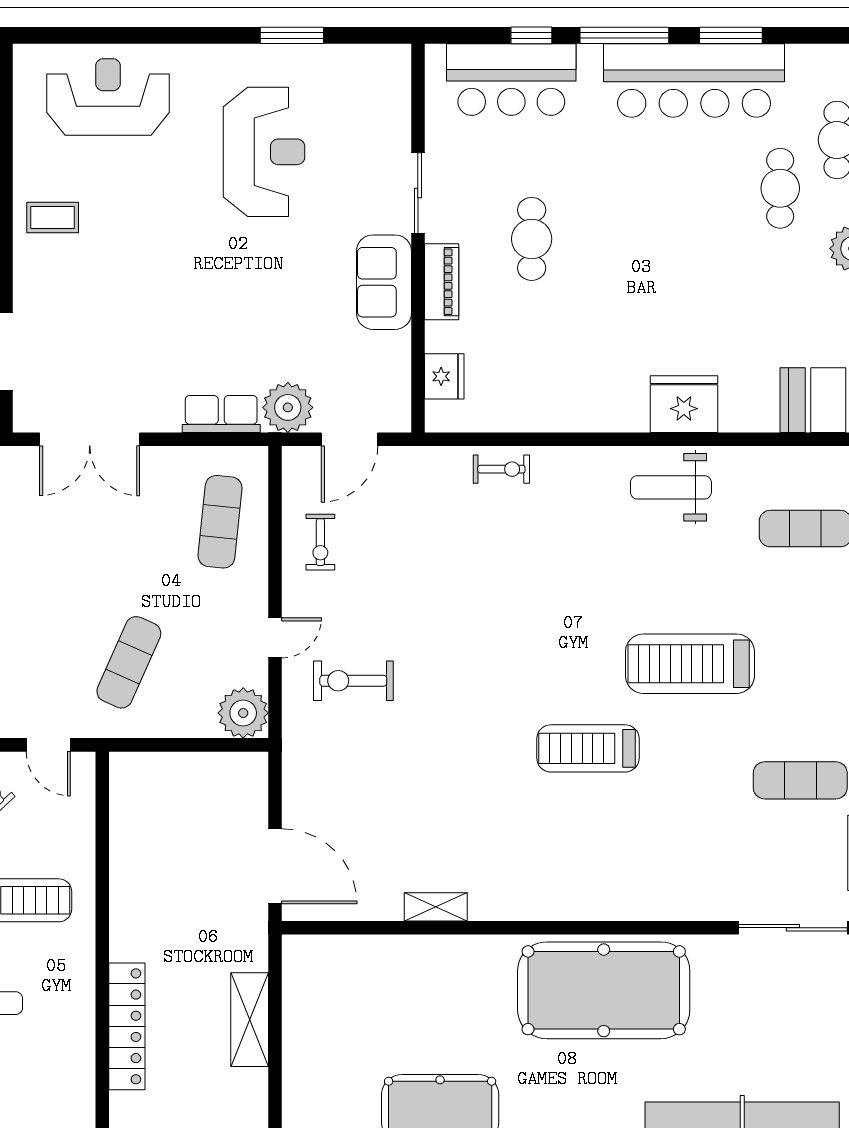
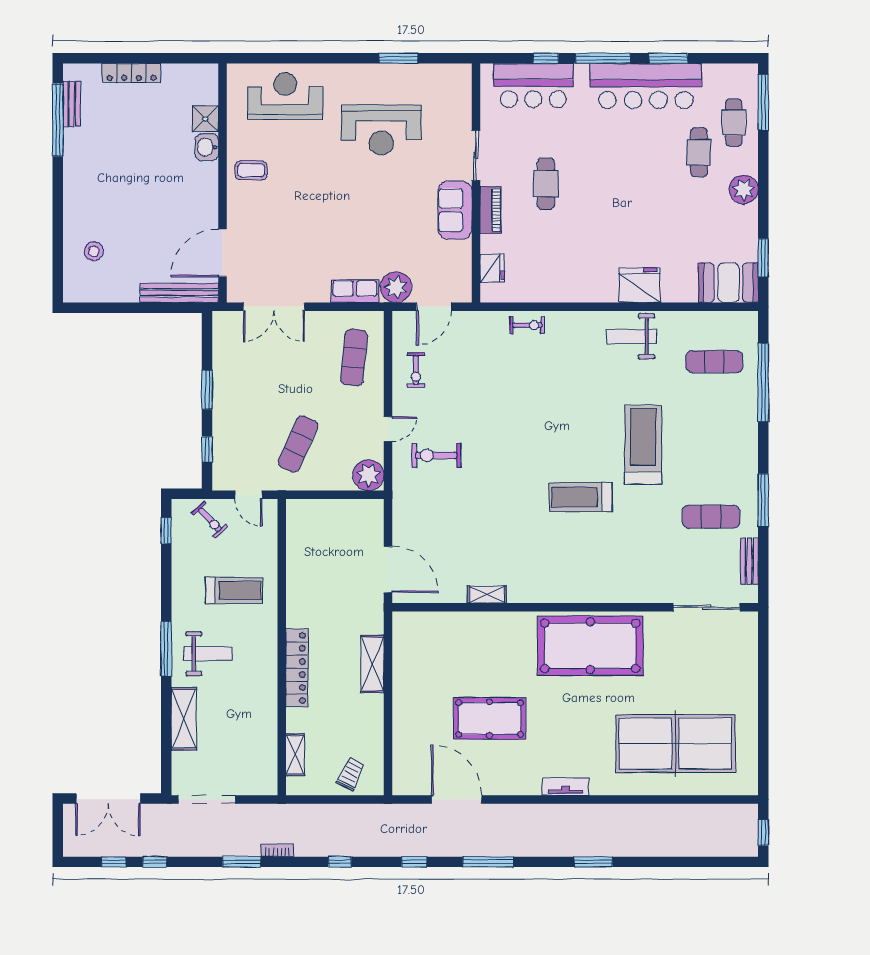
reception desk: (264, 152) -> (381, 130), turned 90
treadmill: (690, 664) -> (643, 445), turned 90

